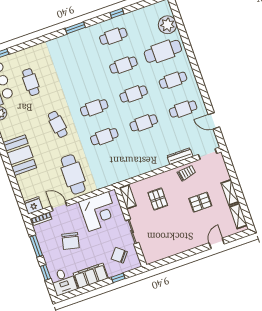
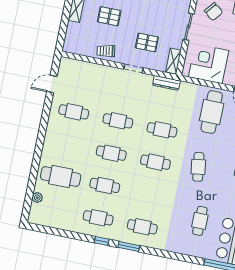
window: (117, 13) -> (102, 241), moved
plant: (168, 25) -> (37, 198), width x0.53, depth x0.53
cafe table: (173, 80) -> (142, 227), moved
door: (214, 121) -> (52, 84), swing flipped
doorway: (208, 154) -> (134, 68), moved
dresser: (180, 156) -> (166, 83), moved
pallet: (158, 199) -> (147, 42), turned 90

